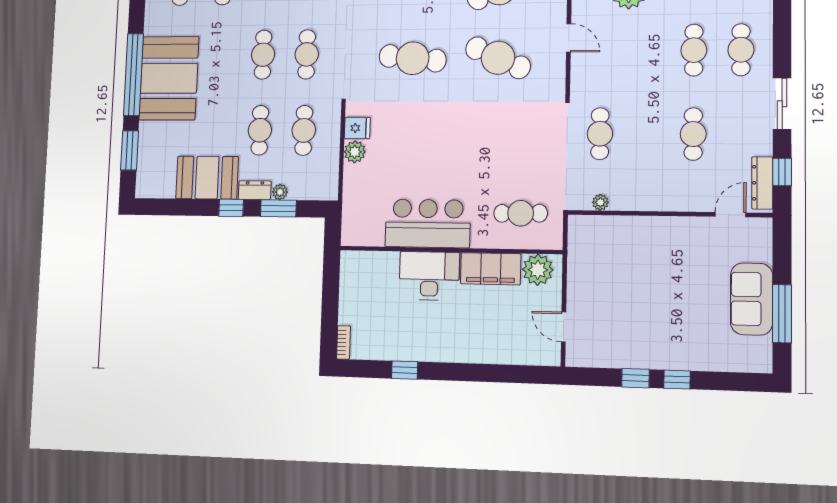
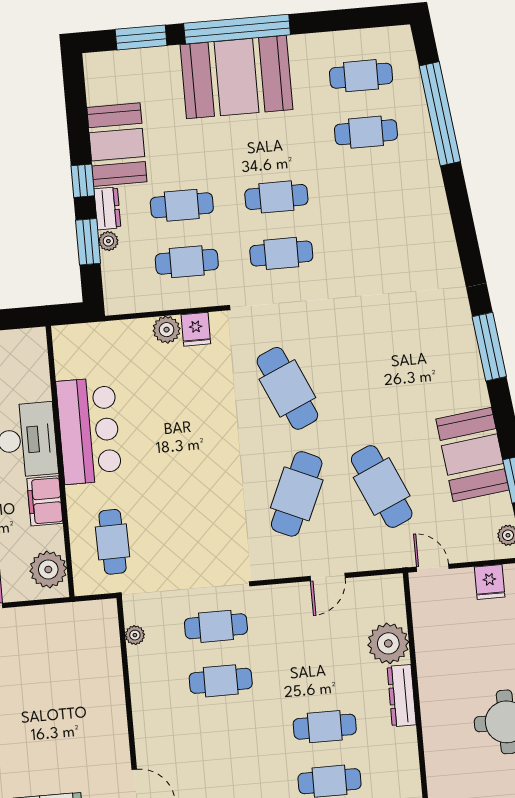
cafe table: (413, 58) -> (287, 388), turned -30
cafe table: (693, 134) -> (221, 681), moved
filing cabinet: (491, 269) -> (45, 501), width x0.67, depth x0.86

